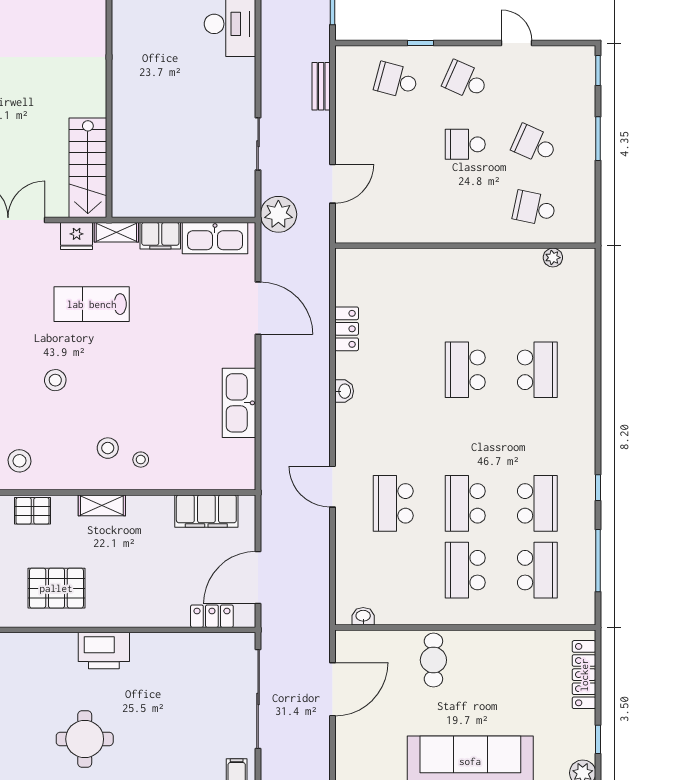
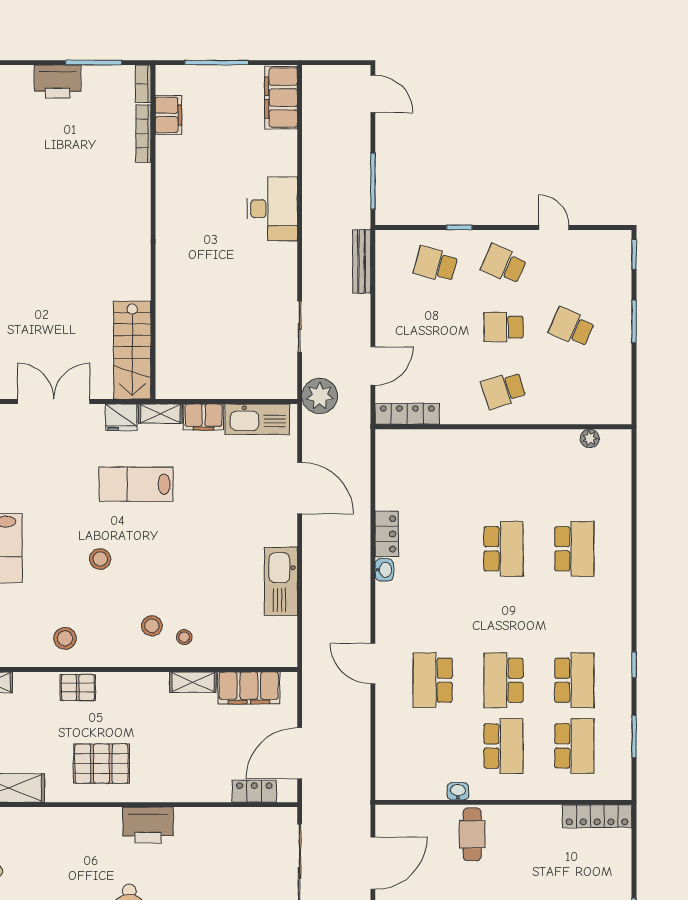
bench: (321, 86) -> (362, 261), width x1.36
school desk: (534, 208) -> (503, 390), moved, turned -30
locker: (368, 233) -> (407, 414), added
locker: (347, 329) -> (387, 534), moved
school desk: (465, 370) -> (503, 549), turned 180
shelving: (102, 505) -> (193, 682), moved
window: (598, 561) -> (634, 737), width x0.69
school desk: (465, 570) -> (503, 746), turned 180
washbasin: (363, 616) -> (458, 791), moved
locker: (584, 675) -> (597, 816), moved, turned -90

